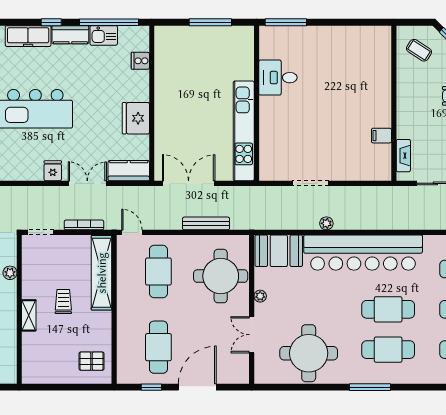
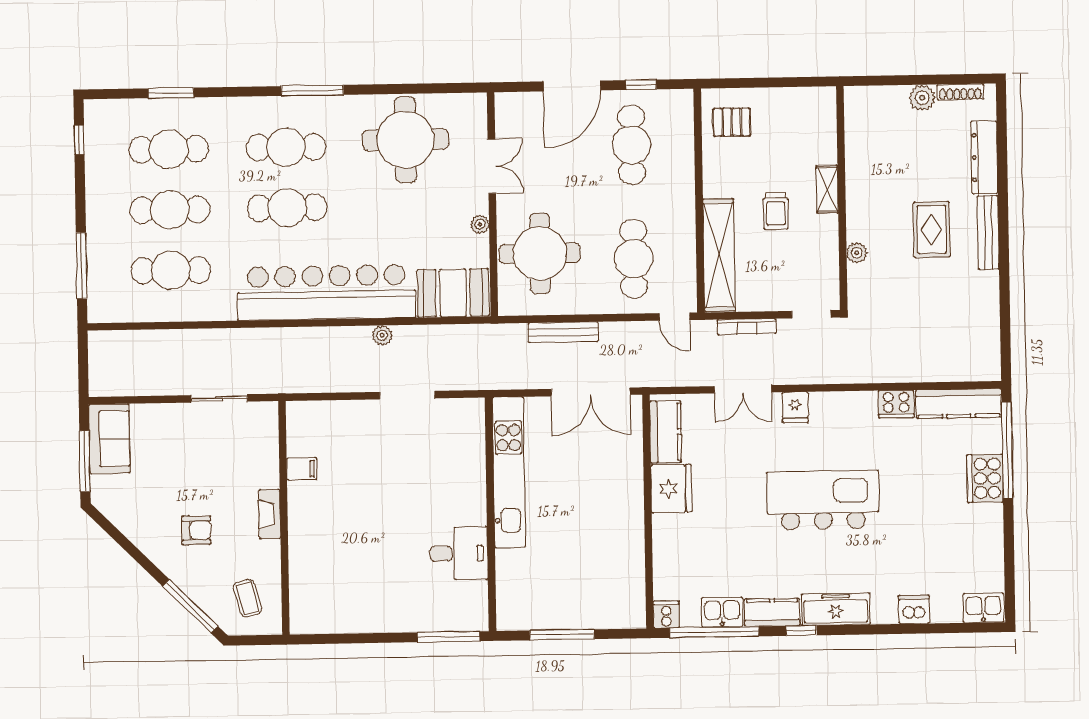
coffee table: (419, 50) -> (247, 598), turned 41
cooker: (140, 61) -> (666, 614), moved, turned -90
fireplace: (403, 156) -> (270, 514), moved
kitchen counter: (129, 171) -> (666, 432), moved, turned -90

